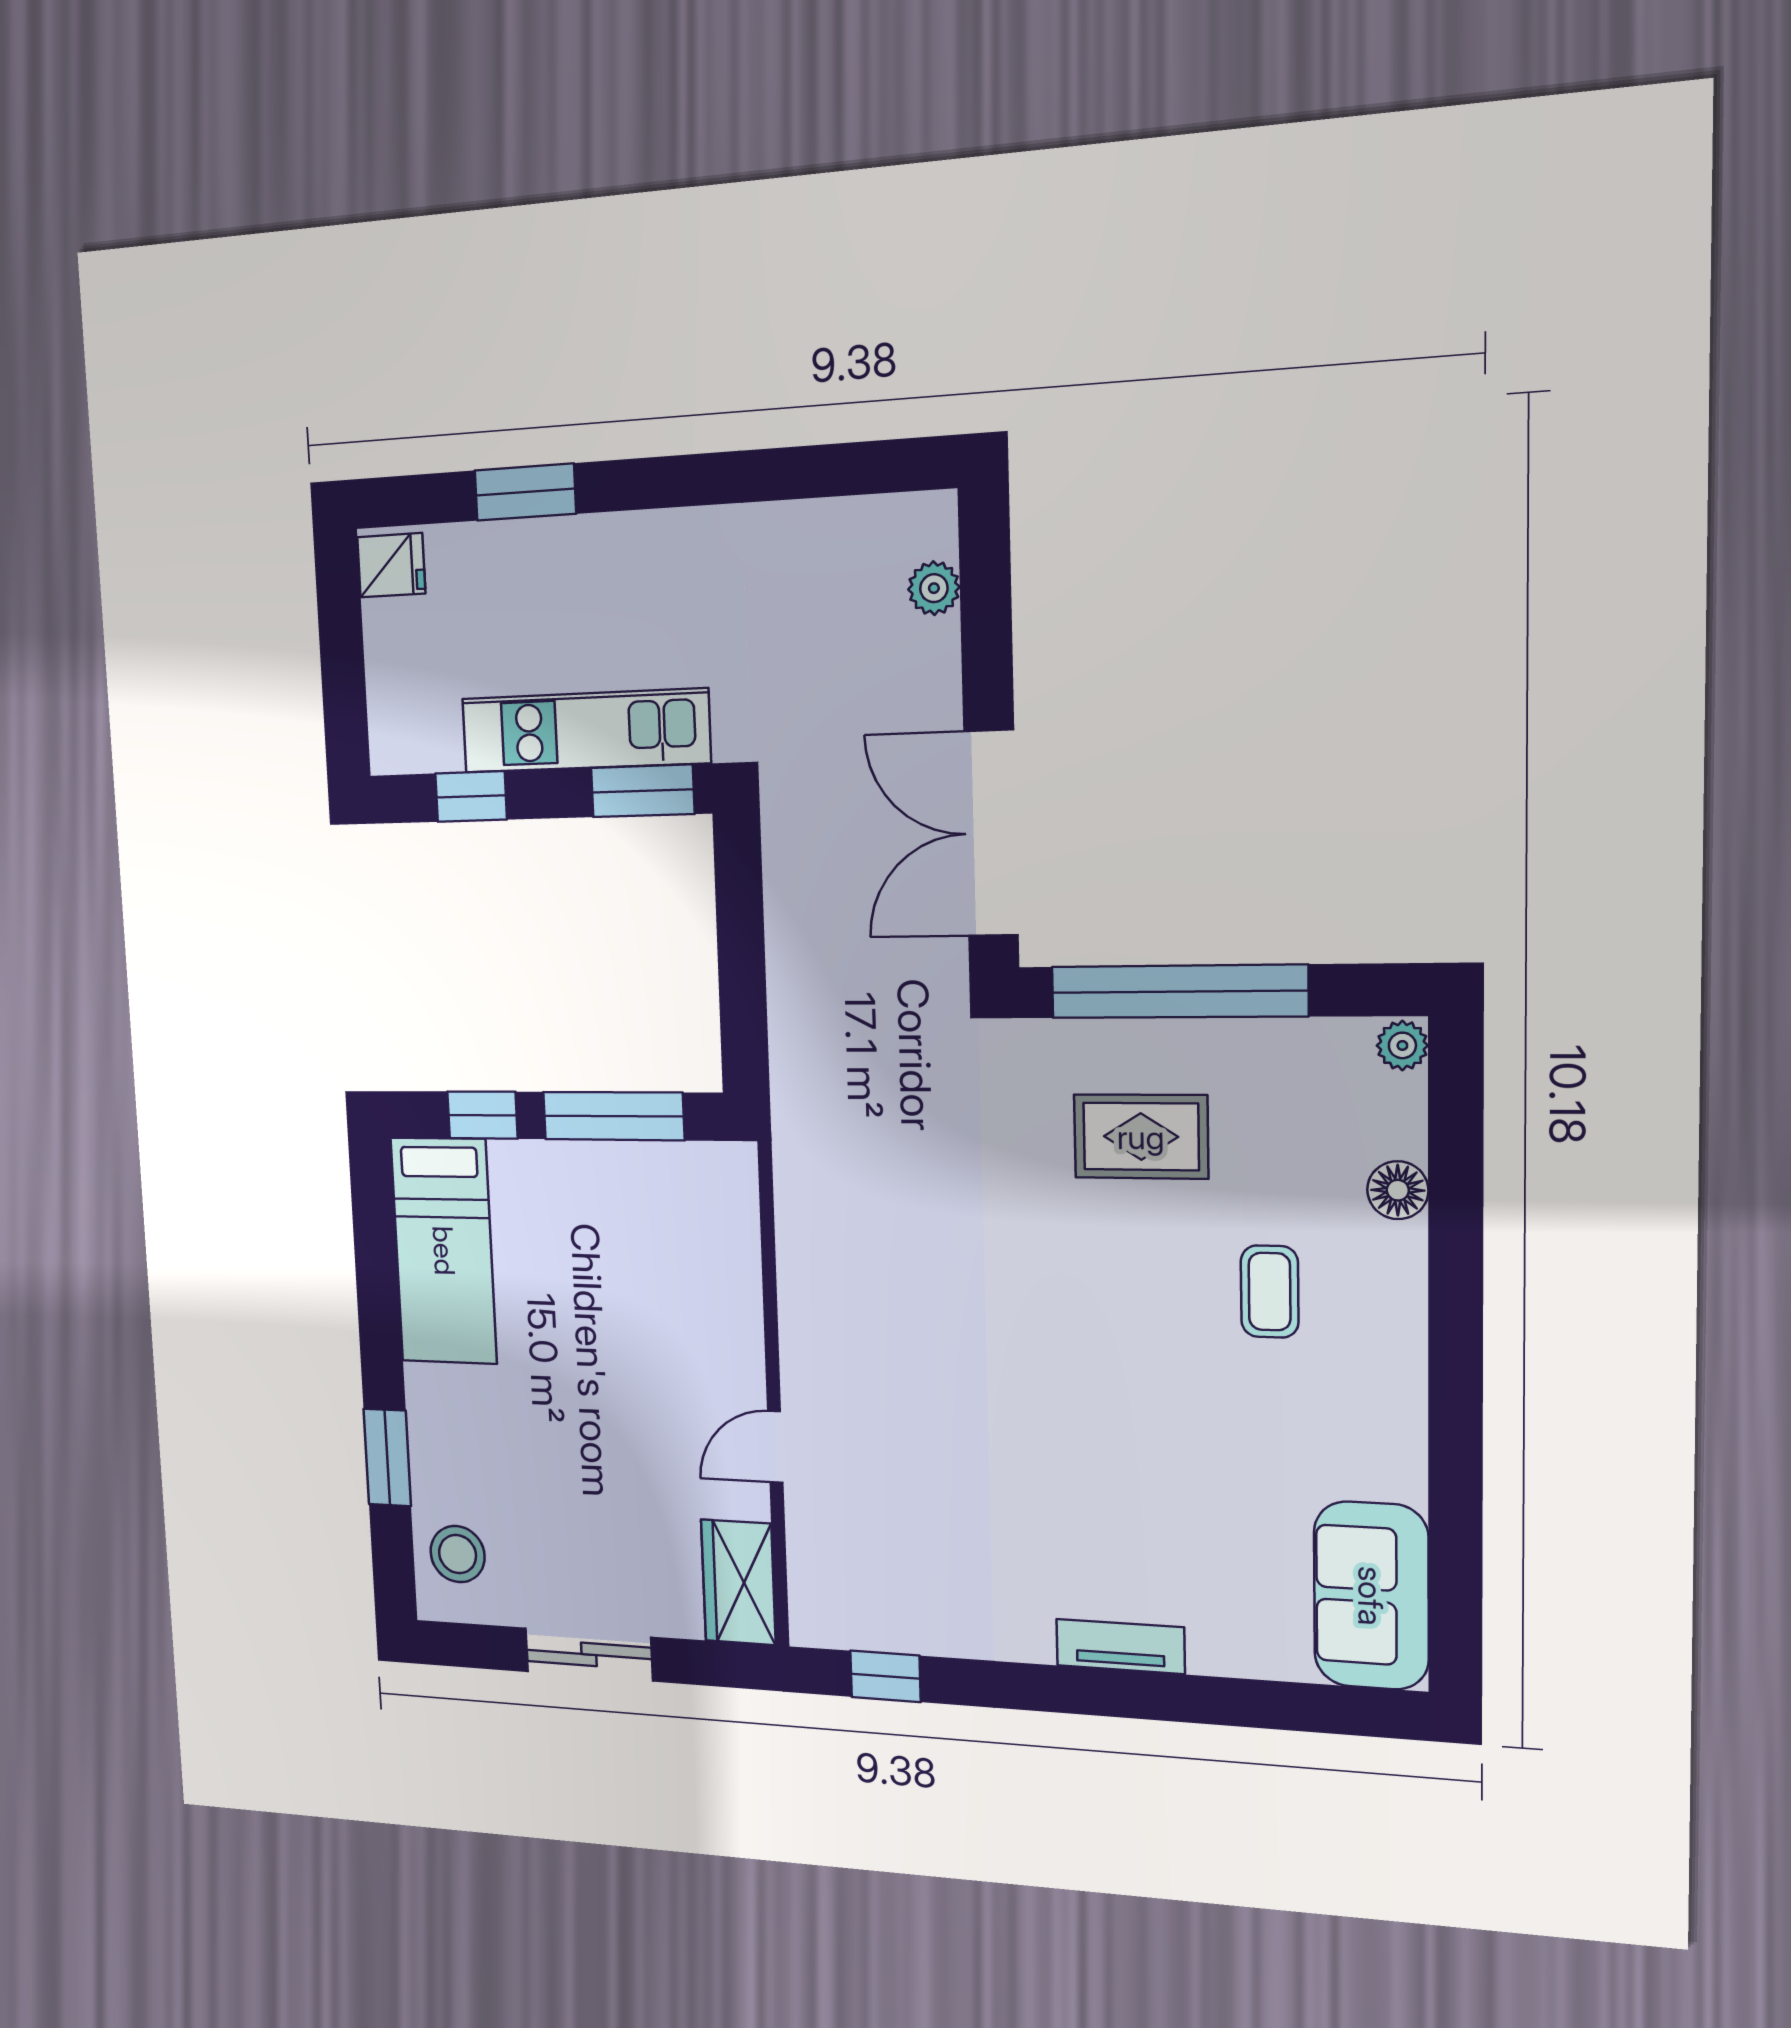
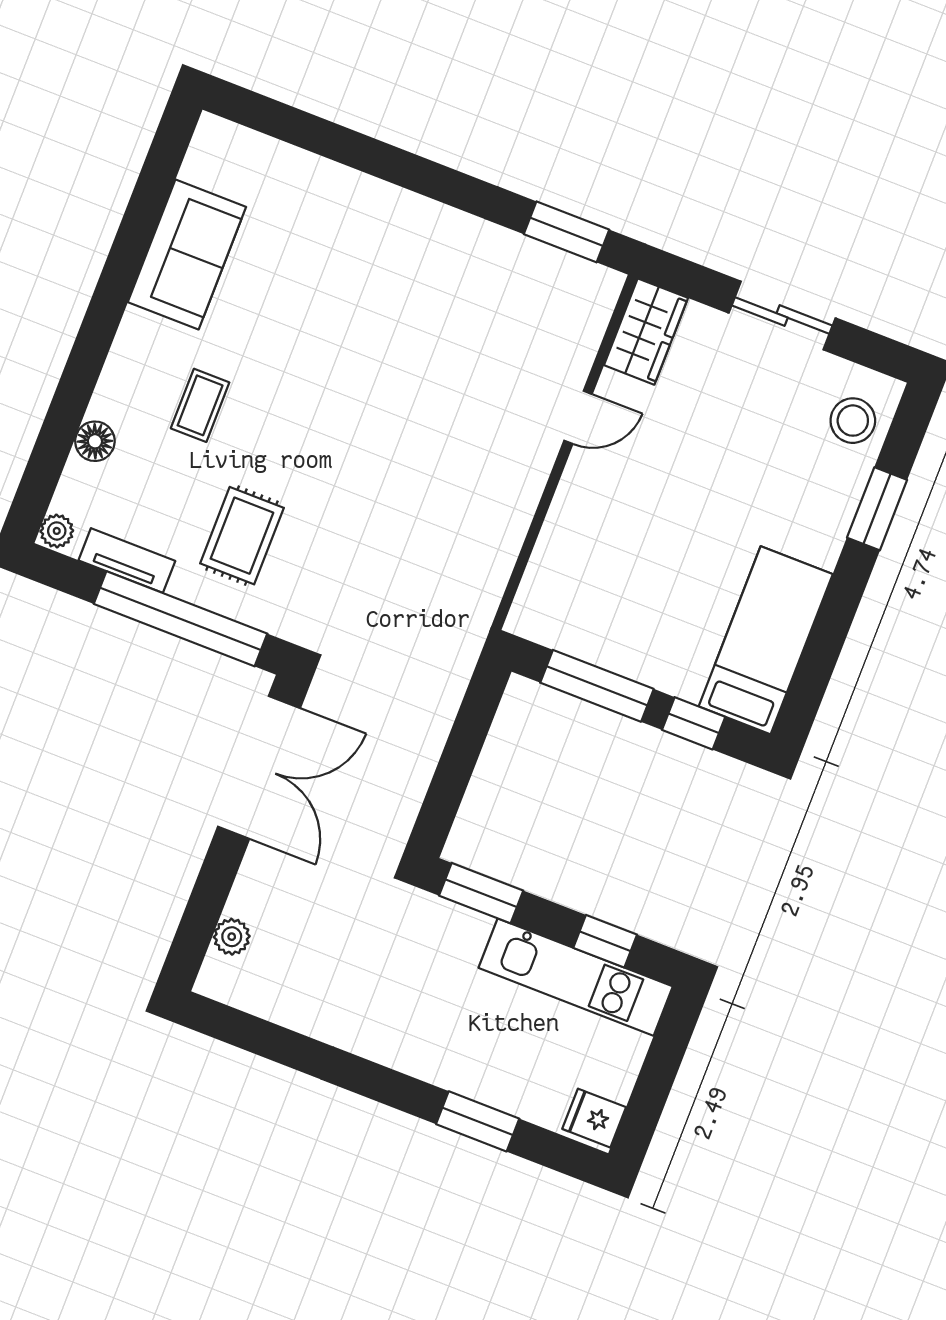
kitchen unit: (585, 731) -> (576, 977), moved
rug: (1141, 1137) -> (242, 536), turned 90
sofa: (1371, 1596) -> (187, 254), moved
tv unit: (1120, 1646) -> (127, 561), moved, turned 180
window: (885, 1676) -> (566, 232), width x1.50

